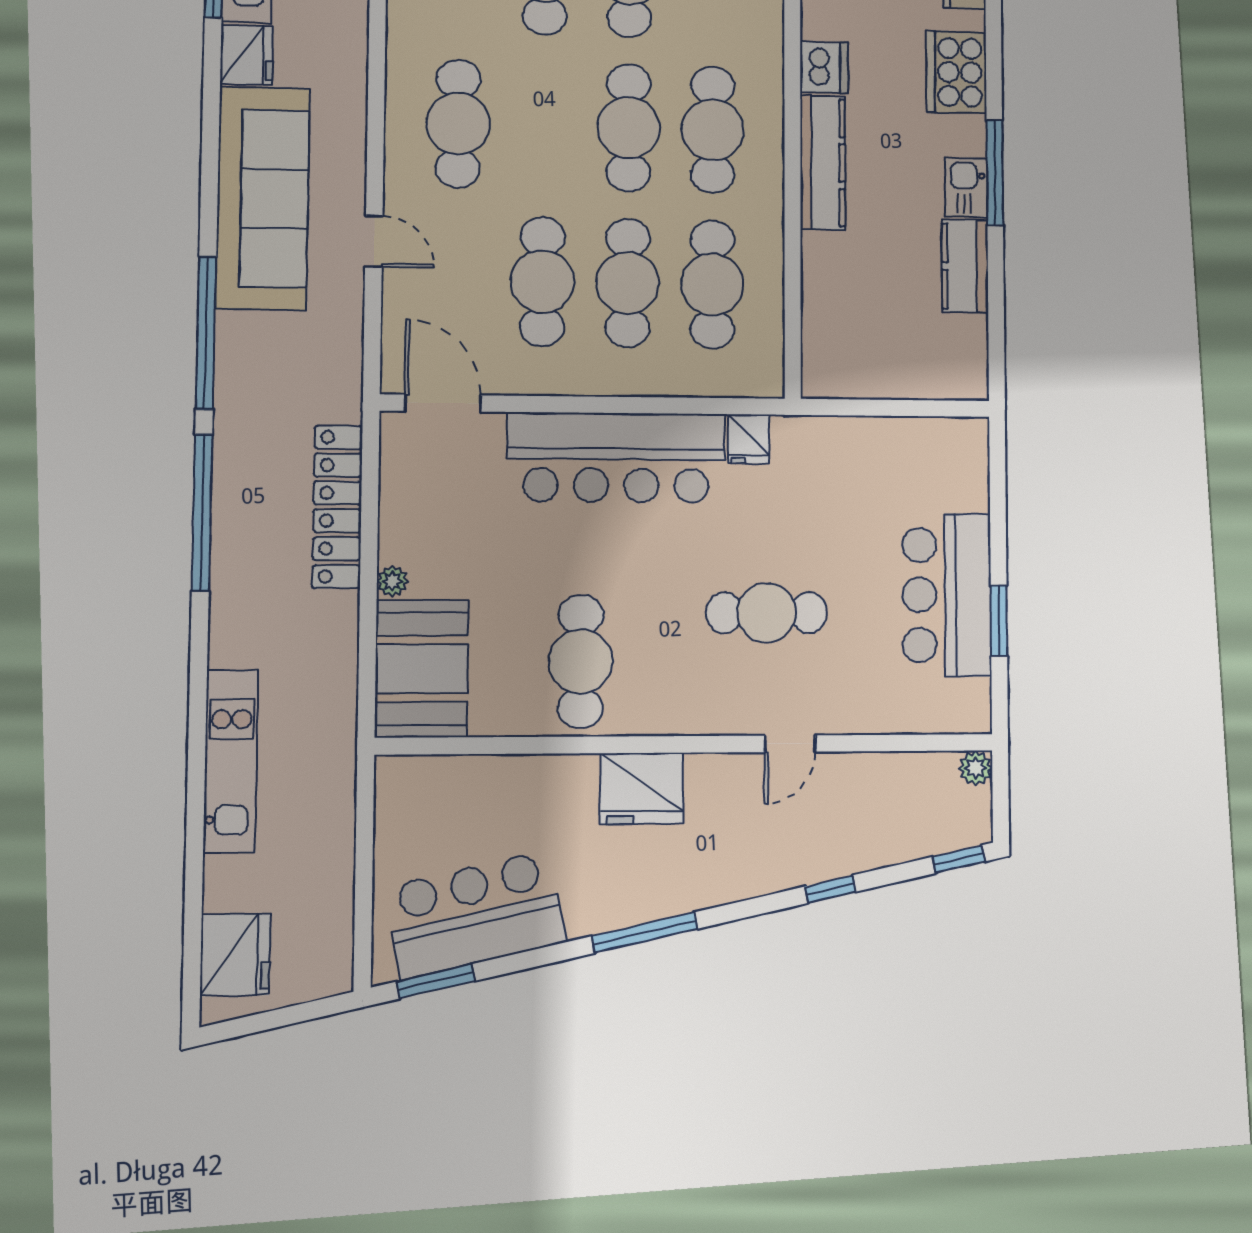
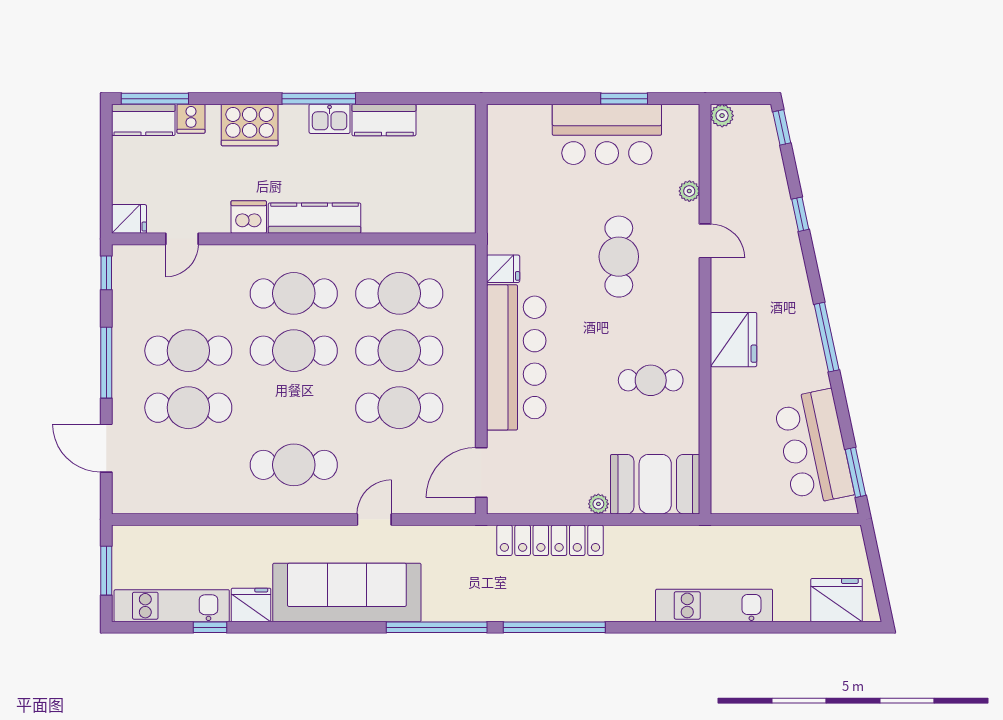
cafe table: (581, 661) -> (651, 380), width x0.73, depth x0.74
plant: (864, 719) -> (689, 191), added

